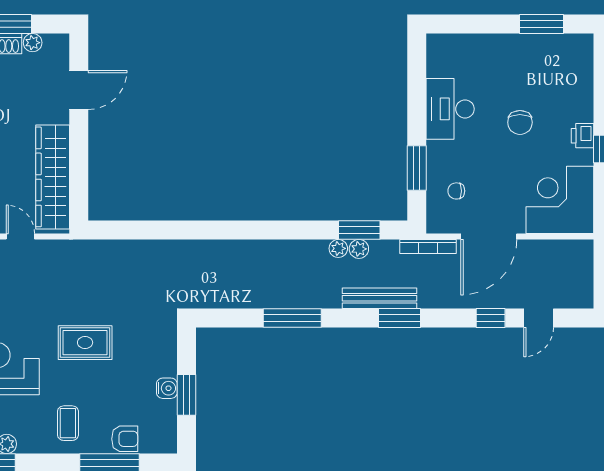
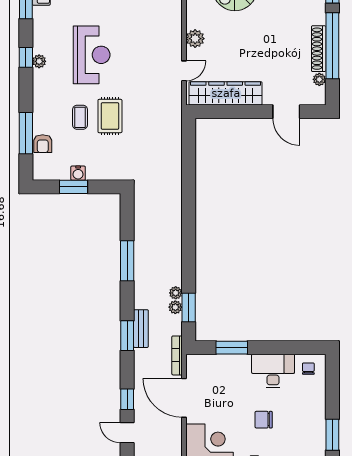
chair: (456, 191) -> (308, 369), moved
bench: (380, 298) -> (141, 329), width x0.73
coffee table: (68, 423) -> (80, 117), moved, turned 90

